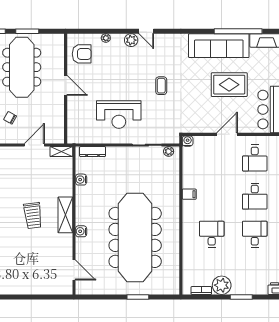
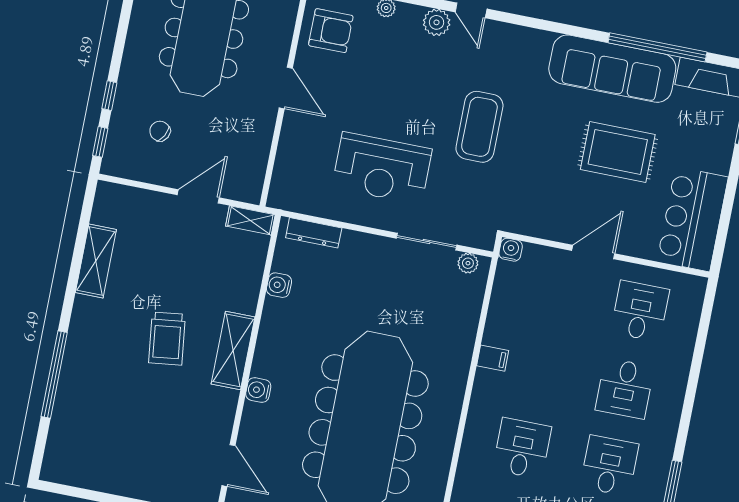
coffee table: (161, 86) -> (479, 127), width x1.86, depth x1.72
desk: (255, 158) -> (640, 311), turned 180

